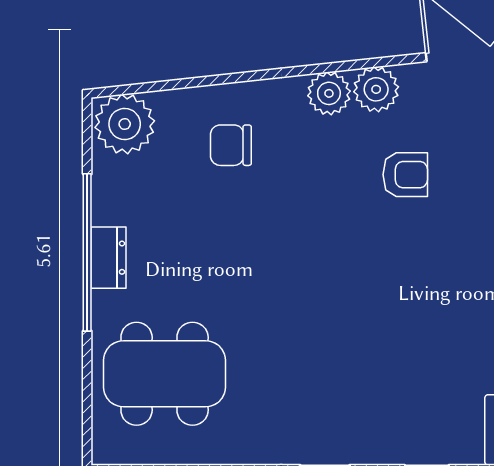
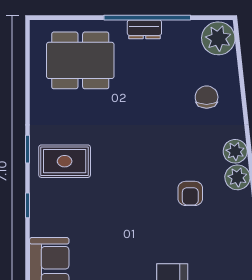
dining table: (165, 374) -> (80, 60), turned 90
rug: (347, 402) -> (65, 161), added

